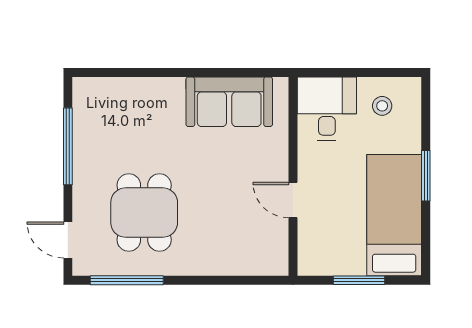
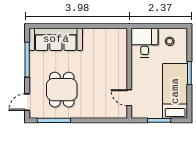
sofa: (229, 102) -> (56, 39), moved, width x1.36
door: (293, 200) -> (129, 98), moved
door: (68, 240) -> (27, 102), hinge flipped

